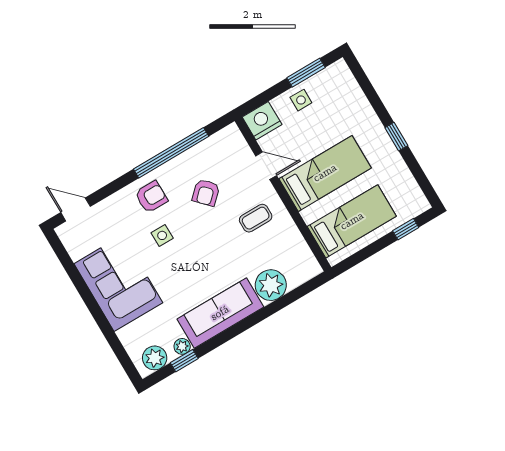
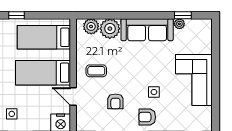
side table: (301, 100) -> (12, 114), moved
armchair: (206, 193) -> (115, 101), turned 134
plant: (155, 358) -> (91, 26), moved

